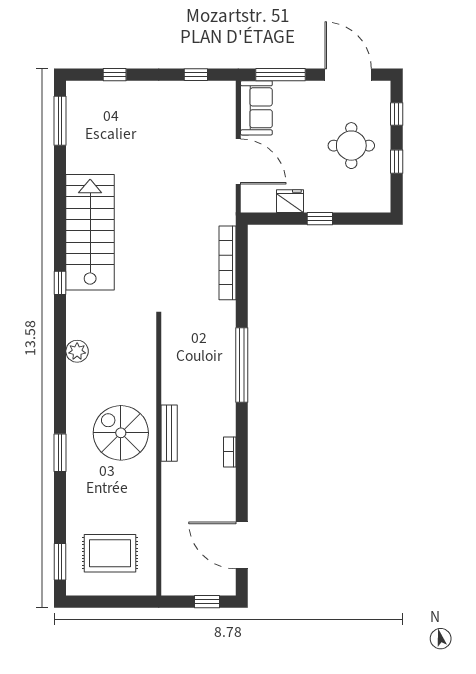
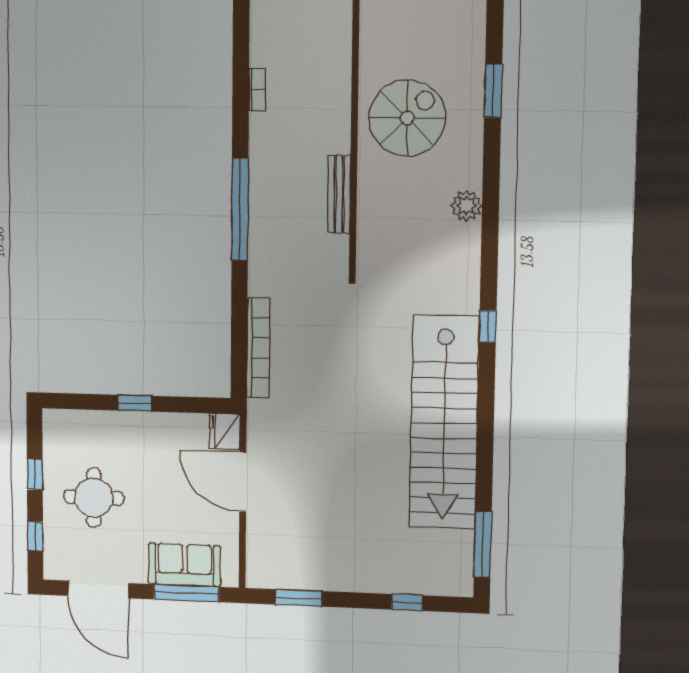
window: (196, 75) -> (298, 598), width x1.50
sofa: (256, 108) -> (185, 565), moved, turned 90
fridge: (290, 201) -> (225, 431), moved, turned 90
stairs: (90, 232) -> (444, 422), width x1.36
plant: (77, 351) -> (467, 206), moved
spiral stairs: (121, 433) -> (407, 118), turned -90
bench: (169, 433) -> (339, 194), moved

